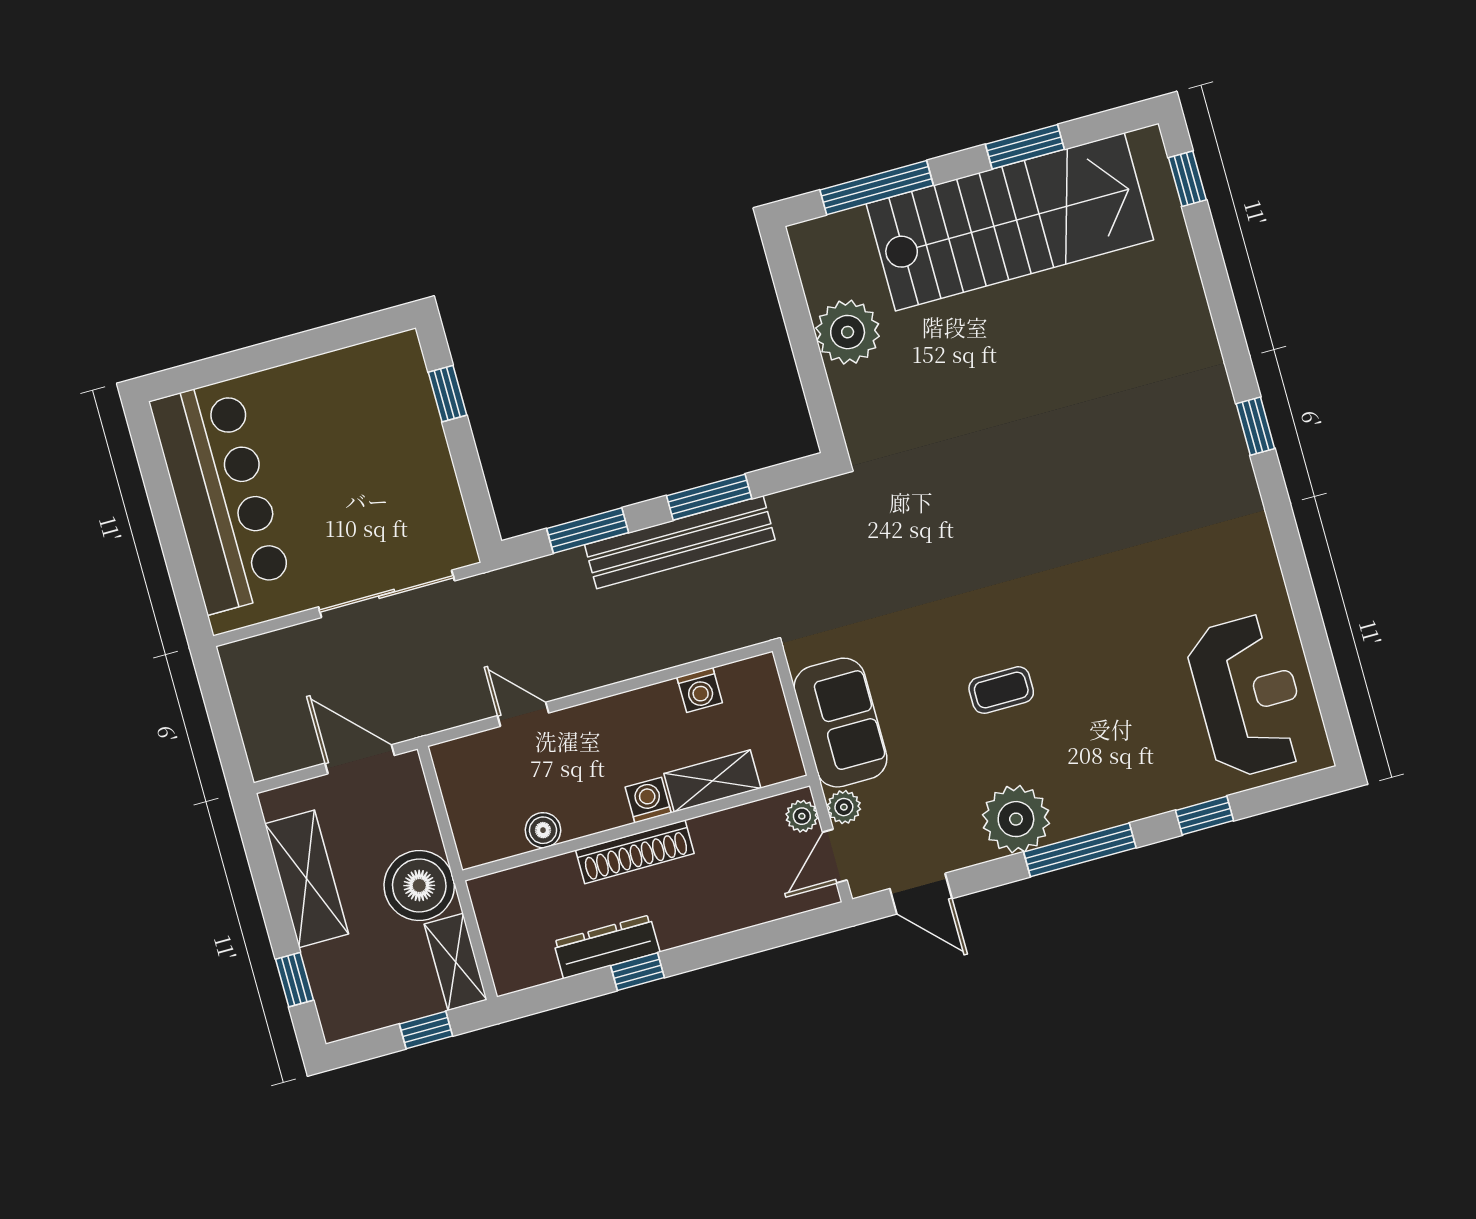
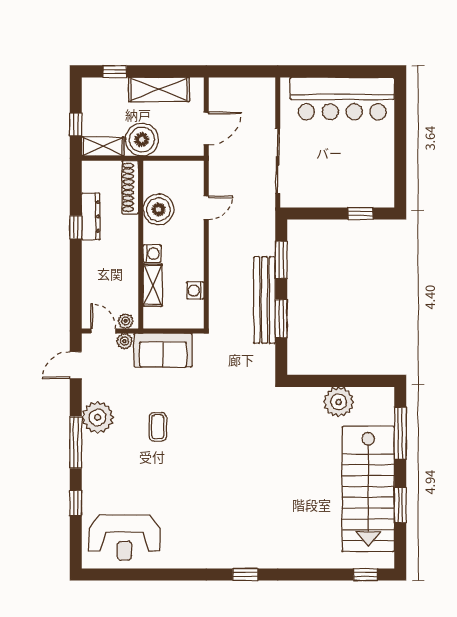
boiler: (543, 830) -> (159, 209), width x1.86, depth x1.86
shoe rack: (635, 852) -> (130, 187), moved

